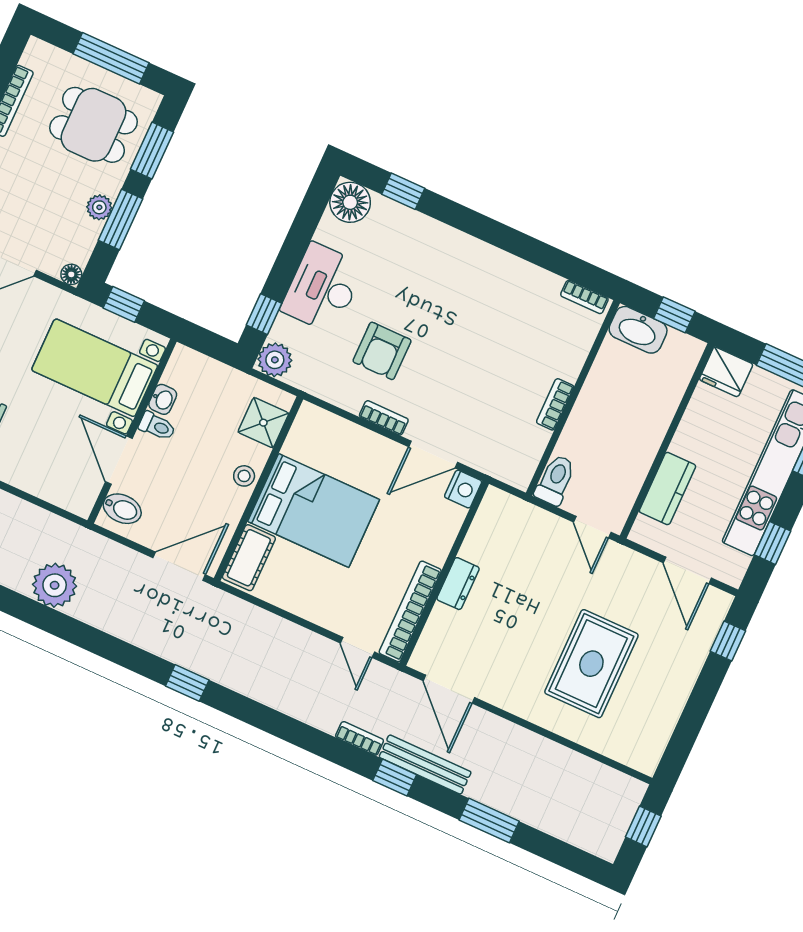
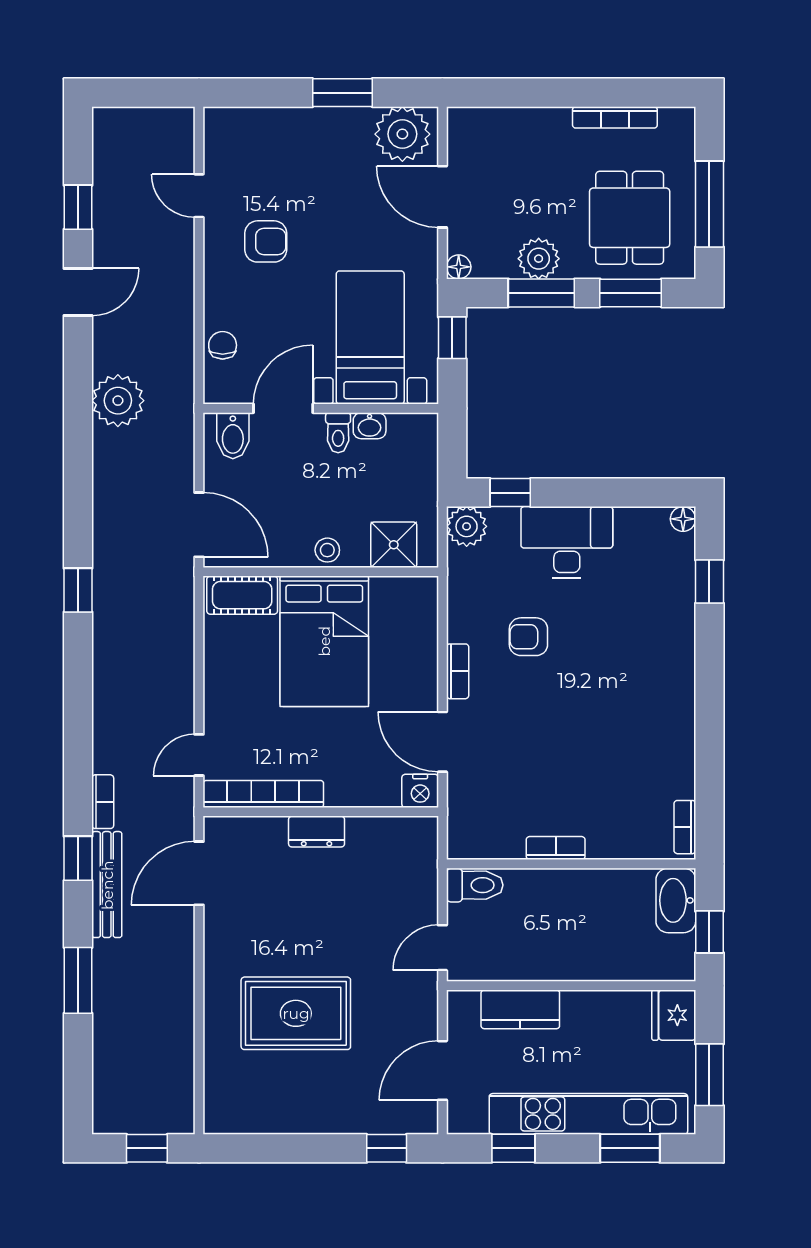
floor lamp: (350, 202) -> (683, 519), width x0.53, depth x0.53
plant: (99, 207) -> (539, 259), width x1.38, depth x1.38
armchair: (382, 351) -> (528, 637), width x0.72, depth x0.72
chair: (49, 485) -> (223, 345), added

